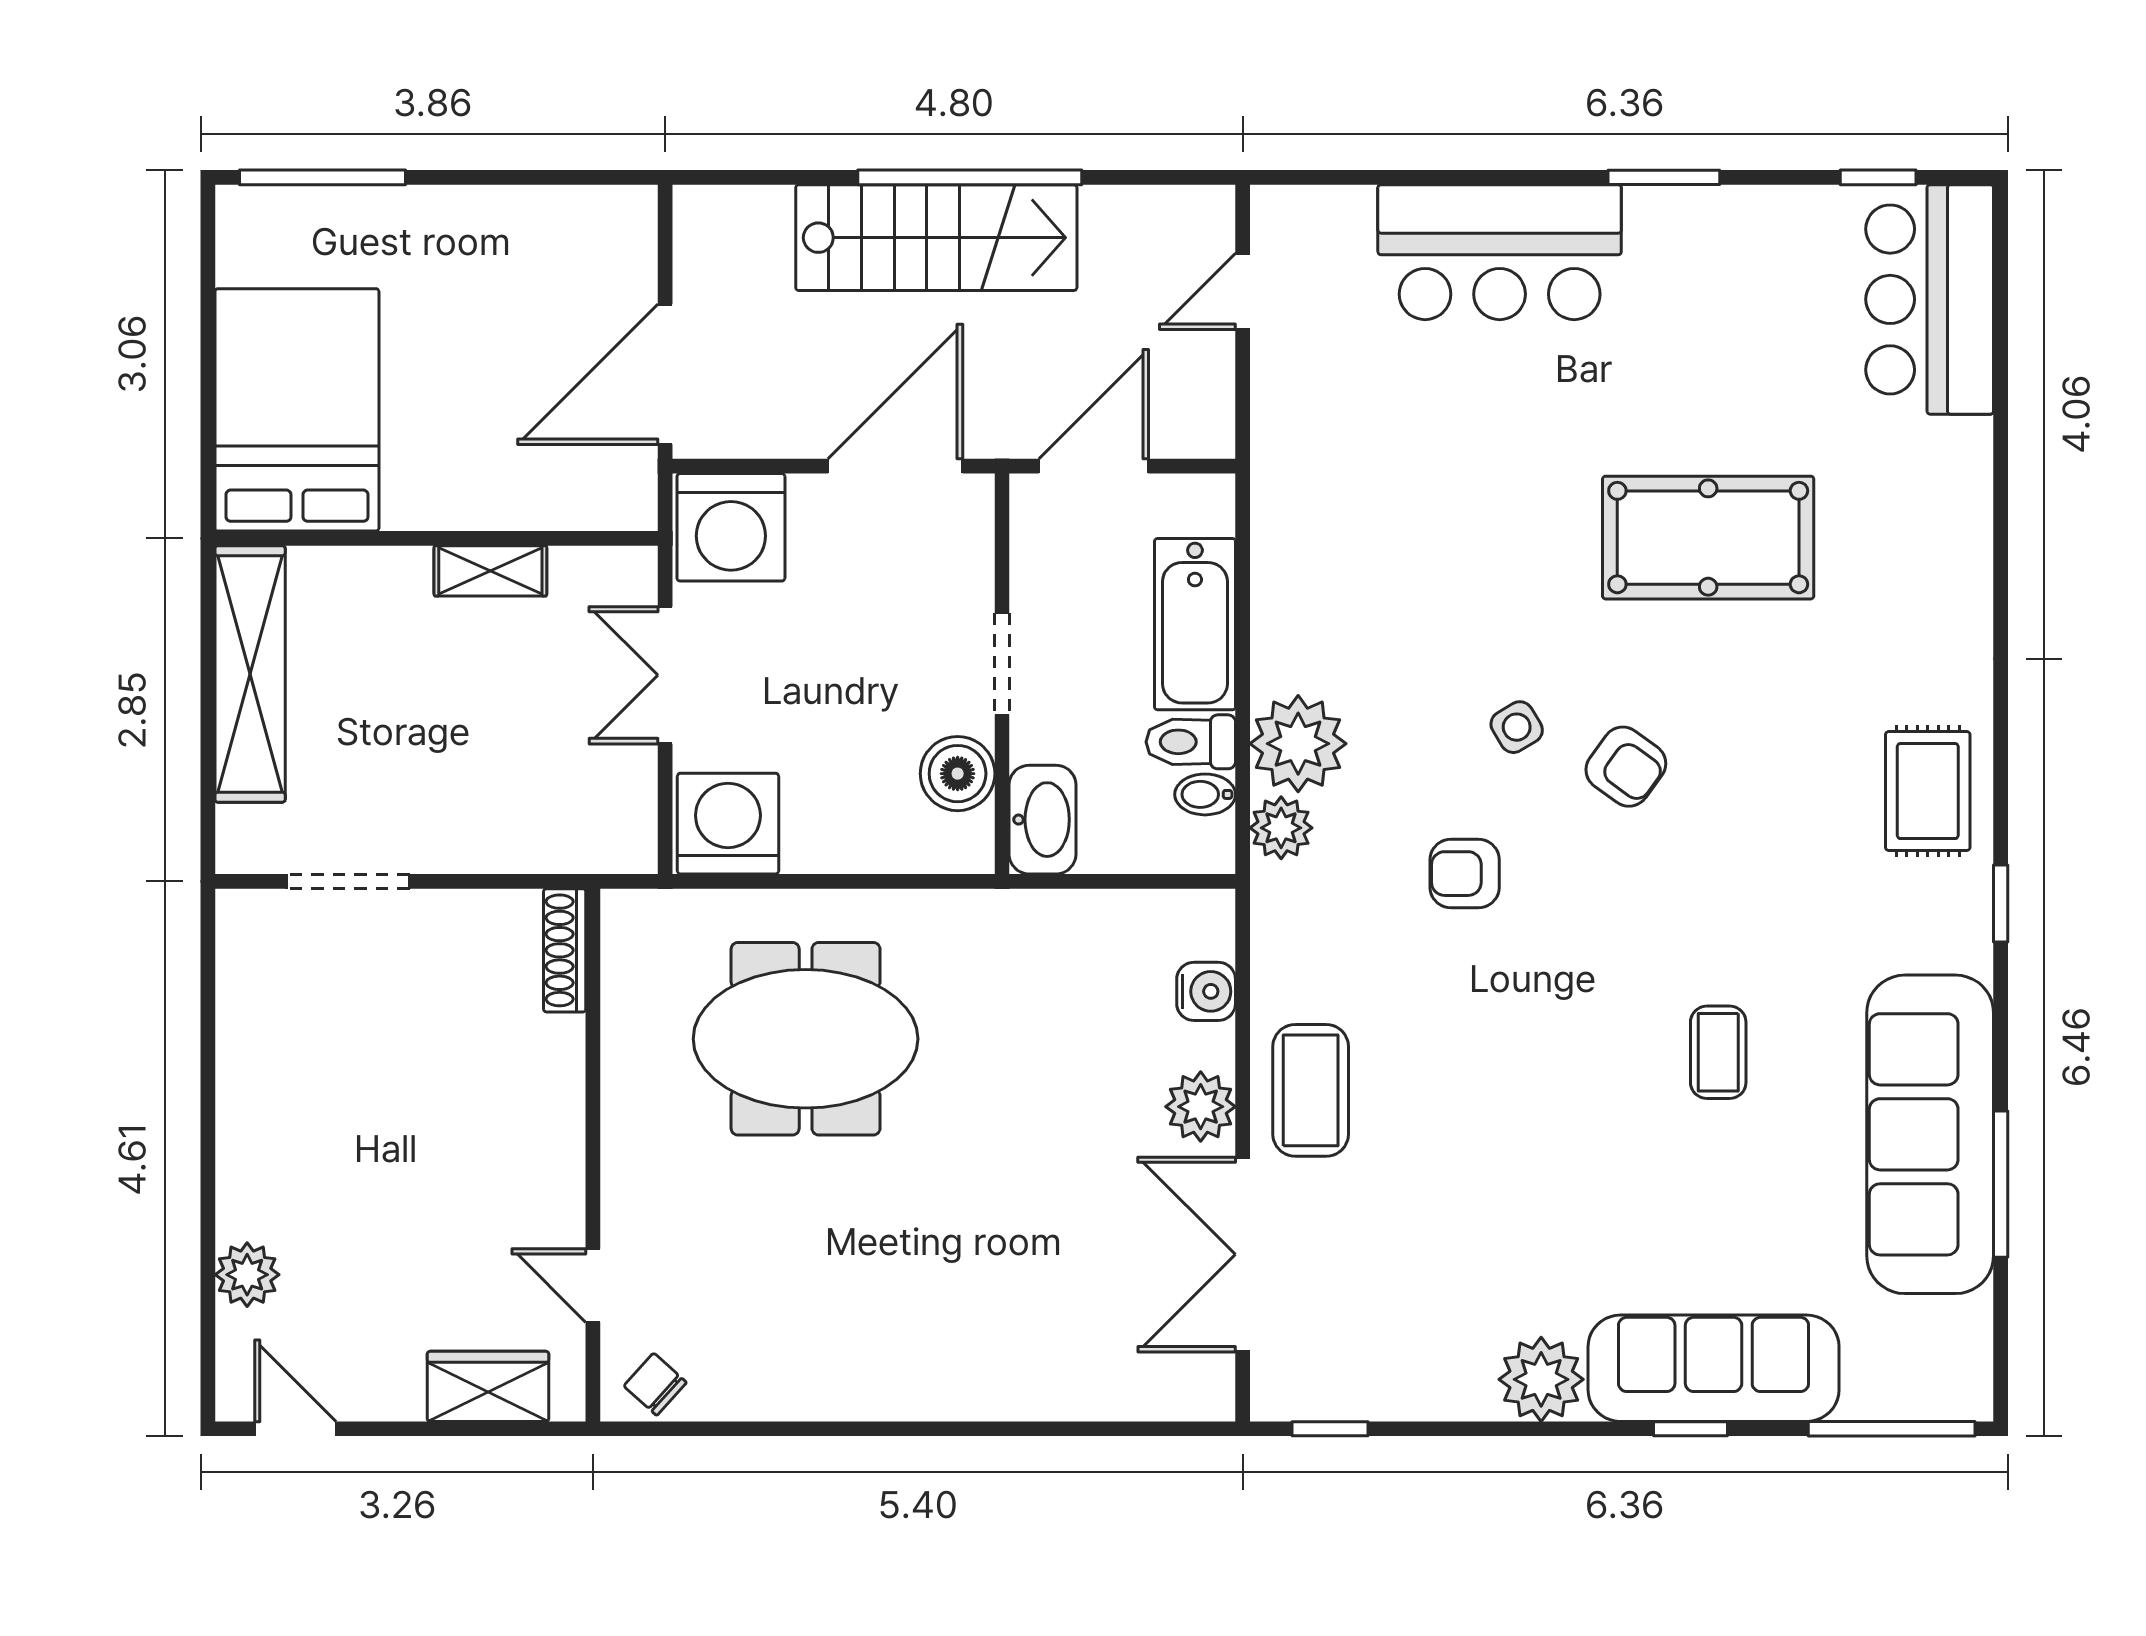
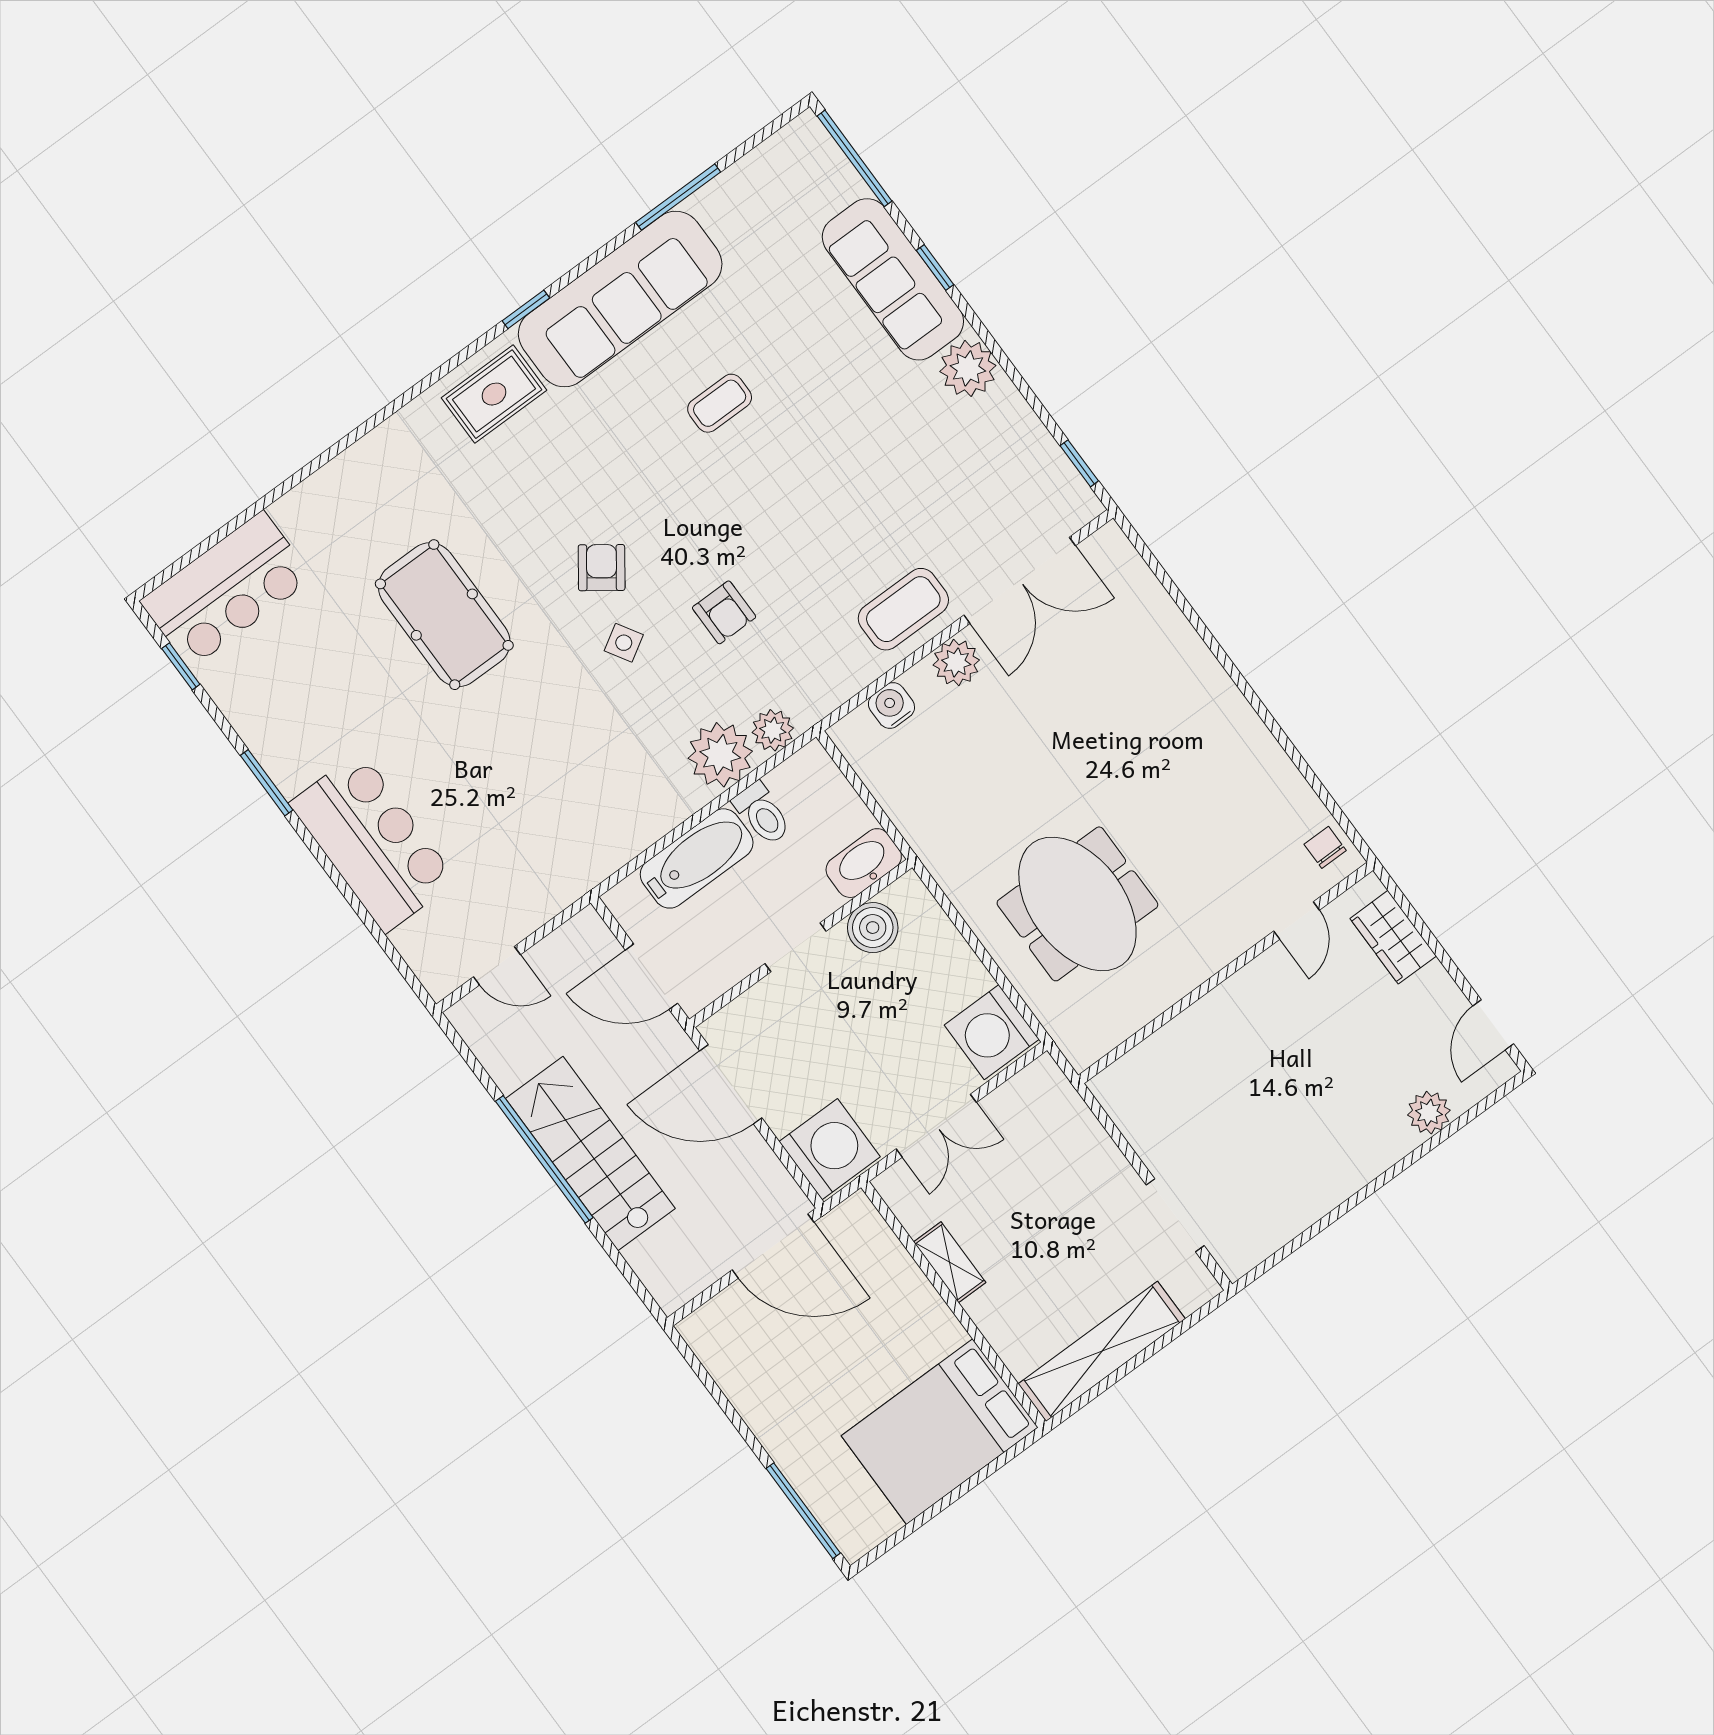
bidet: (1205, 794) -> (785, 785), removed
shoe rack: (565, 950) -> (1126, 1070), removed
sofa: (1930, 1134) -> (620, 299), moved
chair: (655, 1384) -> (1325, 847), turned 138

